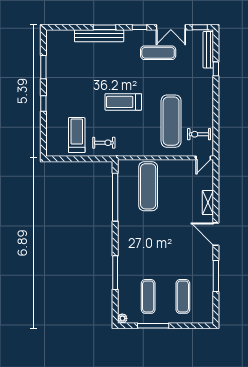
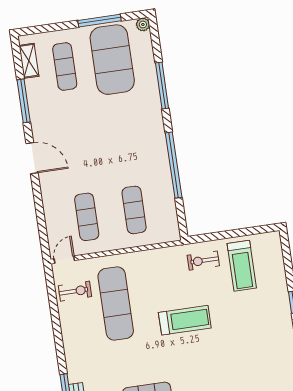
exercise mat: (148, 186) -> (134, 210), width x0.73, depth x0.69
exercise mat: (183, 186) -> (87, 217), added
window: (115, 197) -> (174, 165), moved
shelving: (208, 203) -> (29, 61), moved
exercise mat: (148, 296) -> (112, 60), width x2.00, depth x1.45

